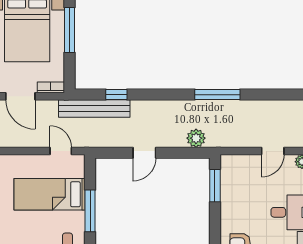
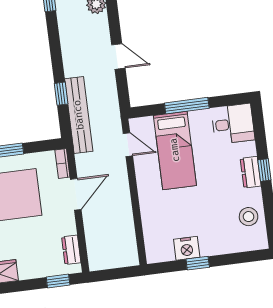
door: (61, 151) -> (128, 145), swing flipped

